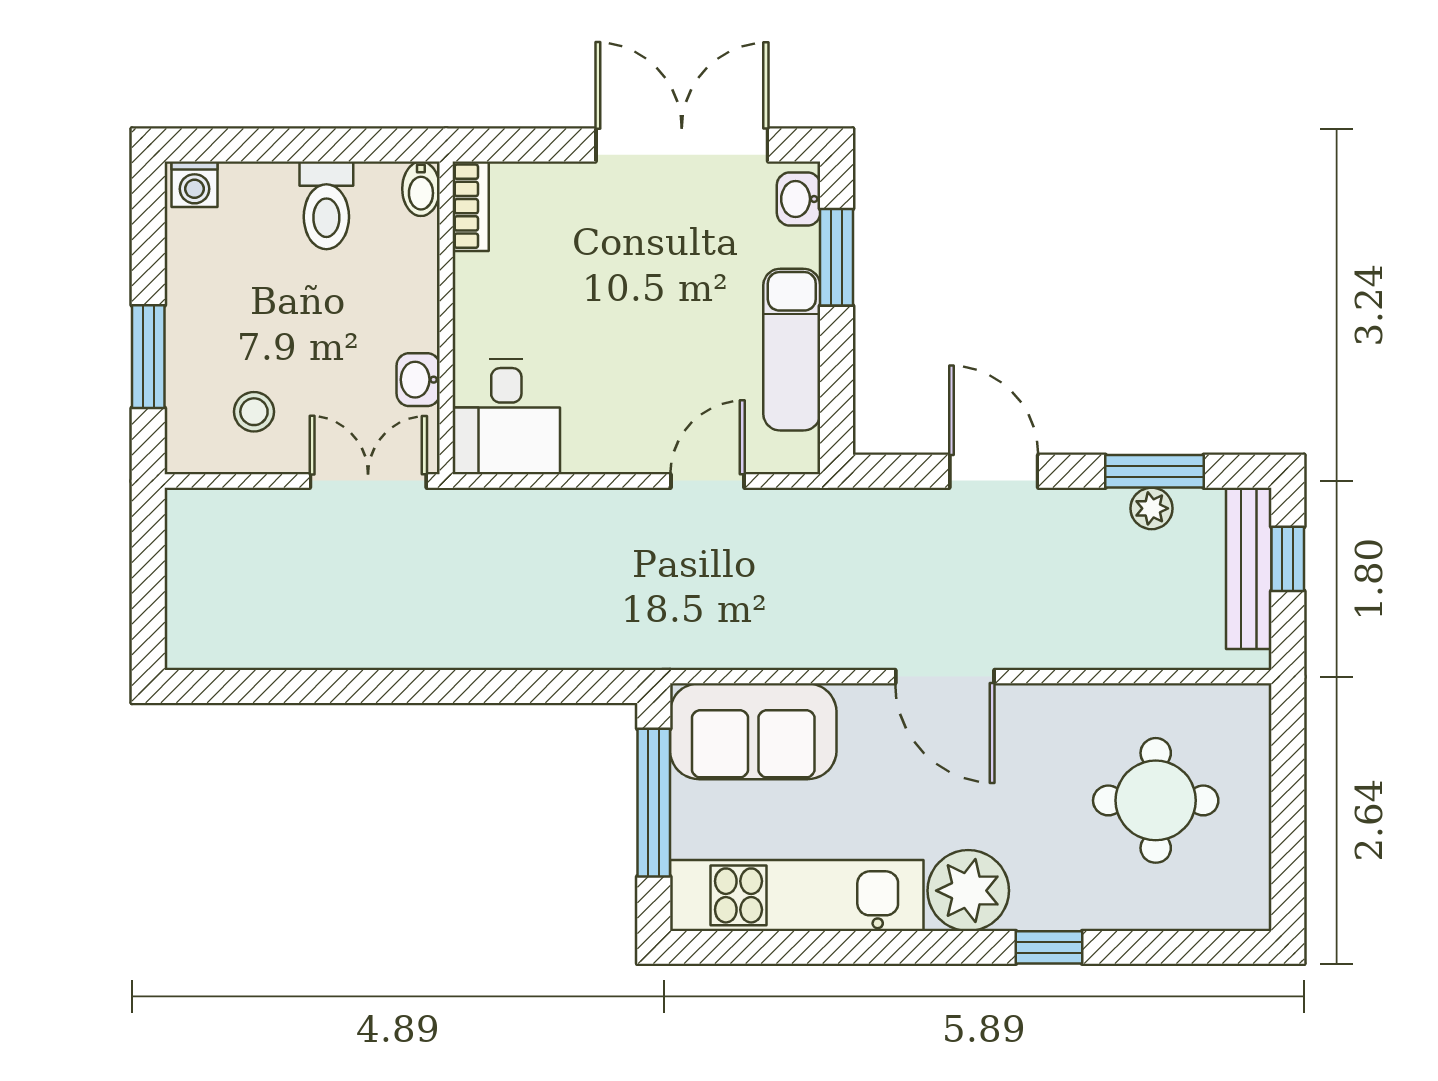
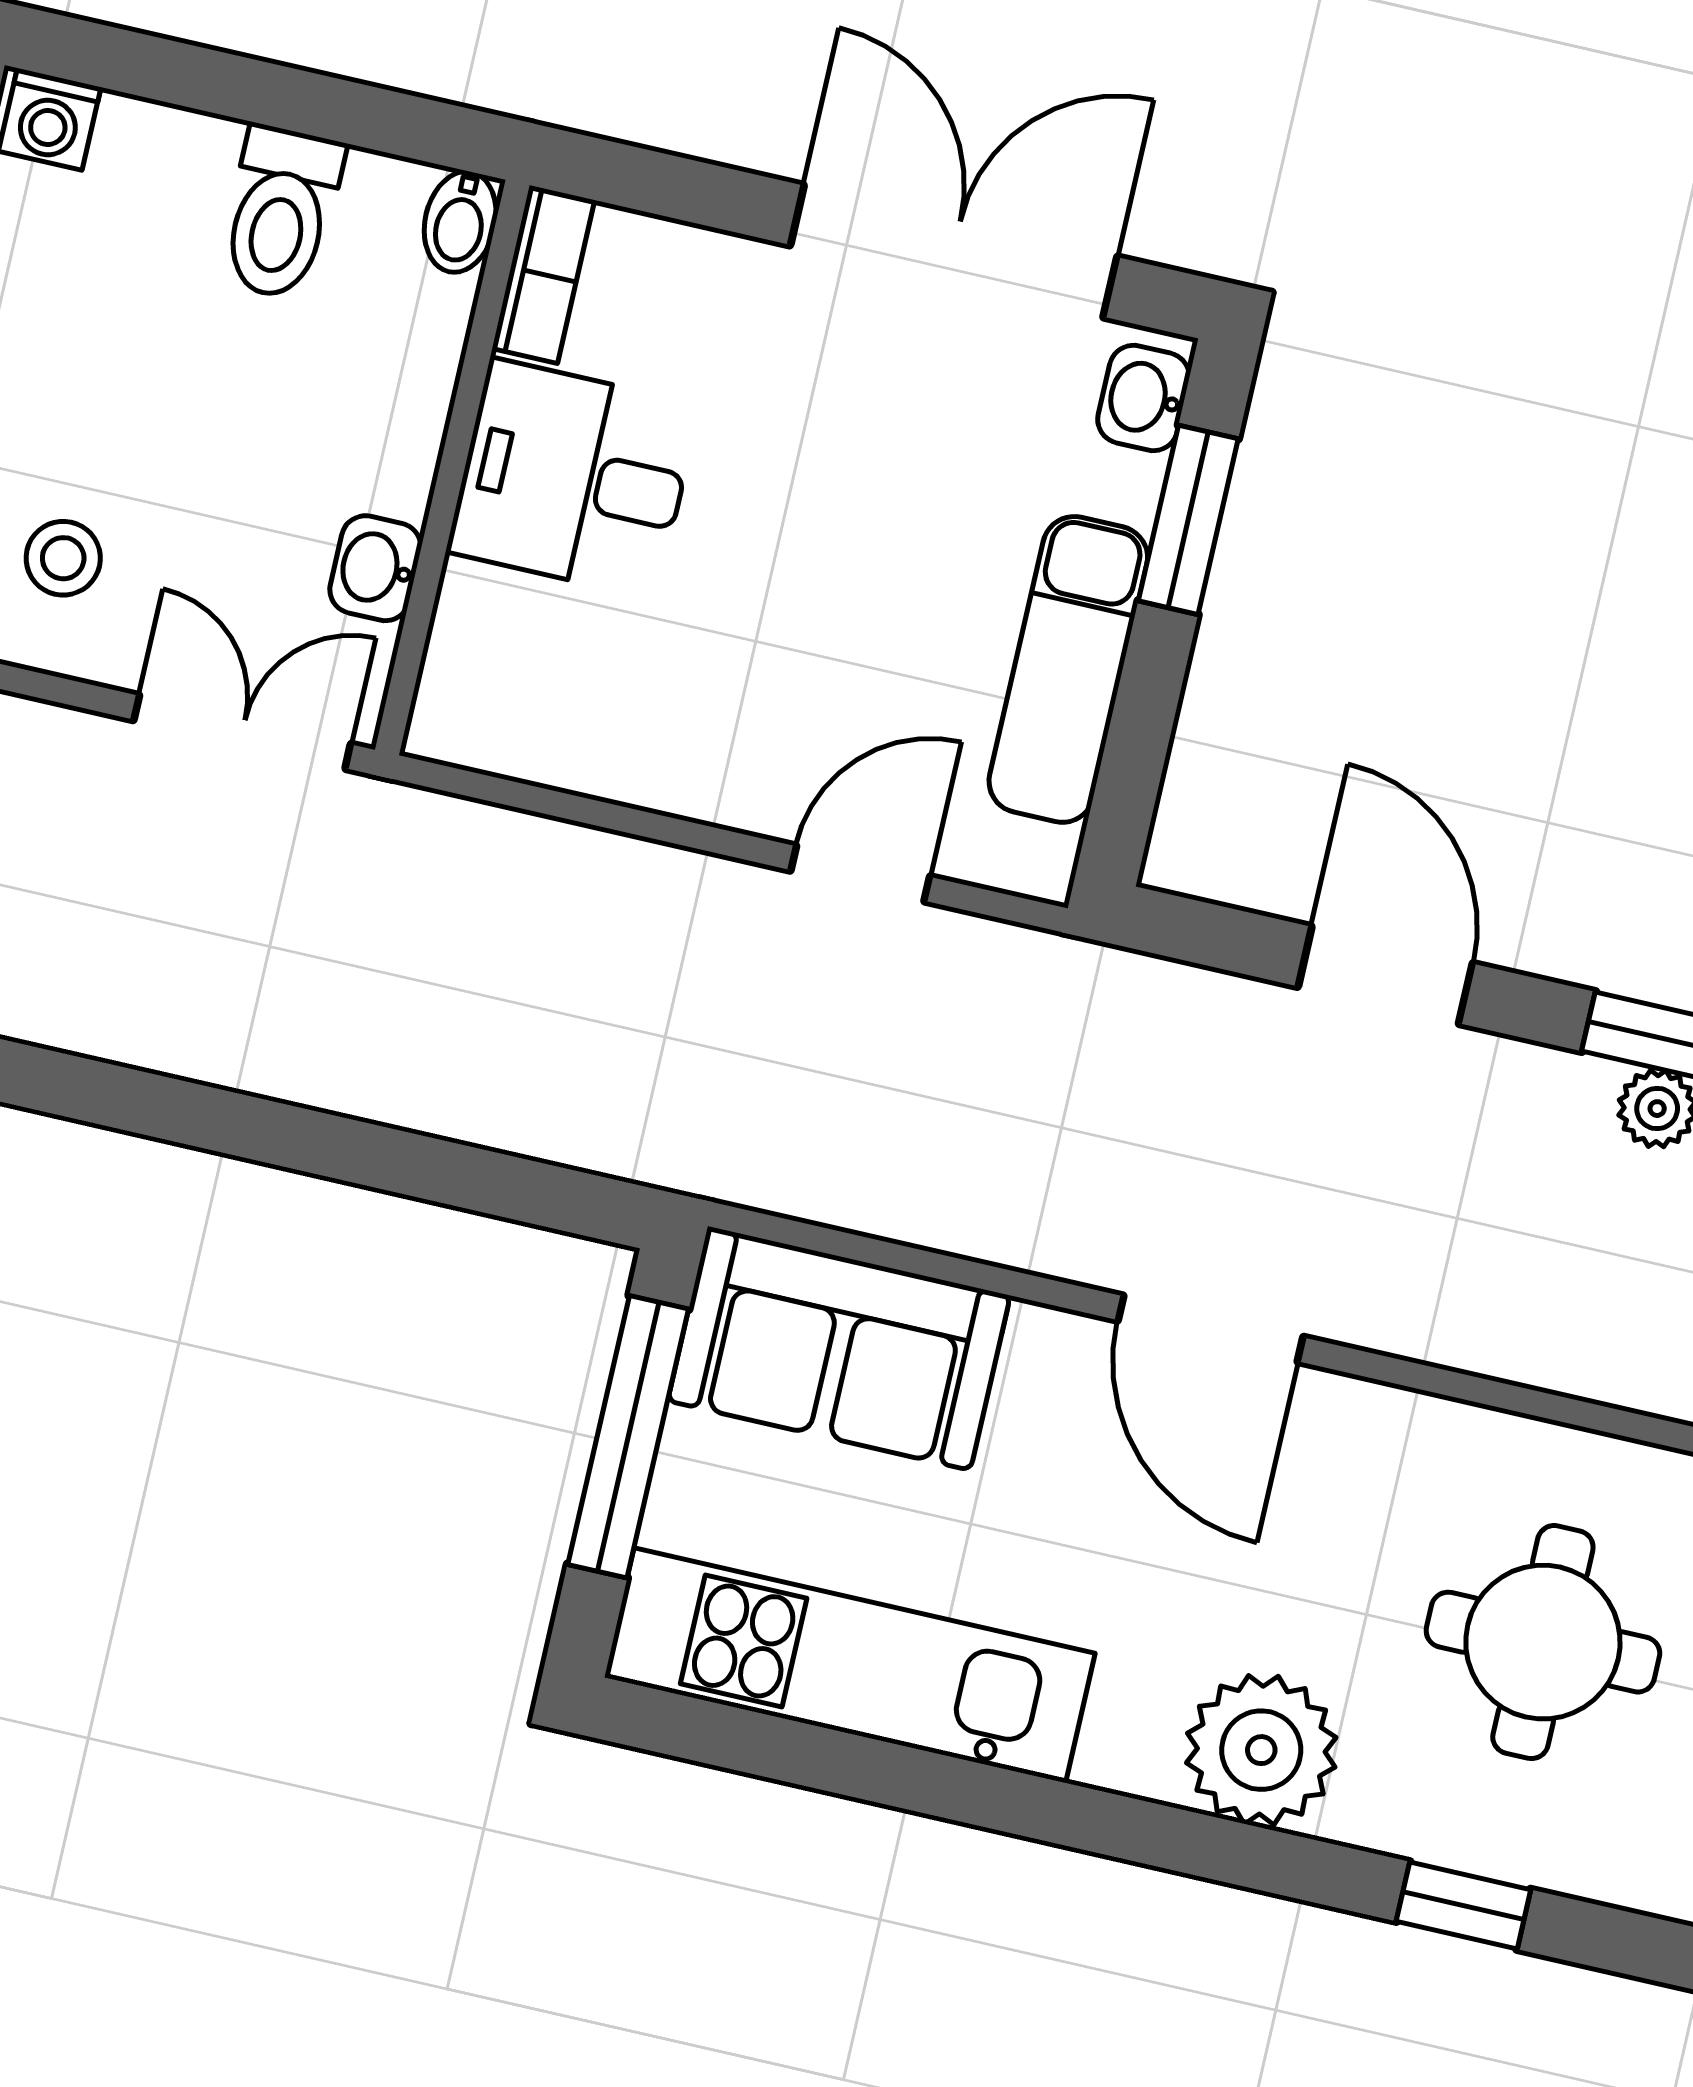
desk: (506, 417) -> (573, 478), moved, turned 90
plant: (968, 891) -> (1261, 1750), moved
window: (1049, 947) -> (1463, 1905), moved

